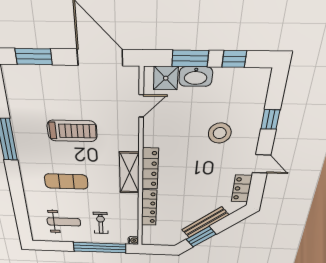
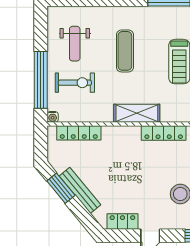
locker: (150, 169) -> (164, 133), moved
locker: (149, 208) -> (79, 133), moved
exercise bike: (101, 223) -> (75, 83), width x1.38, depth x1.39

